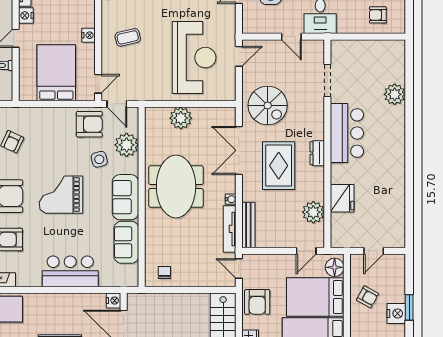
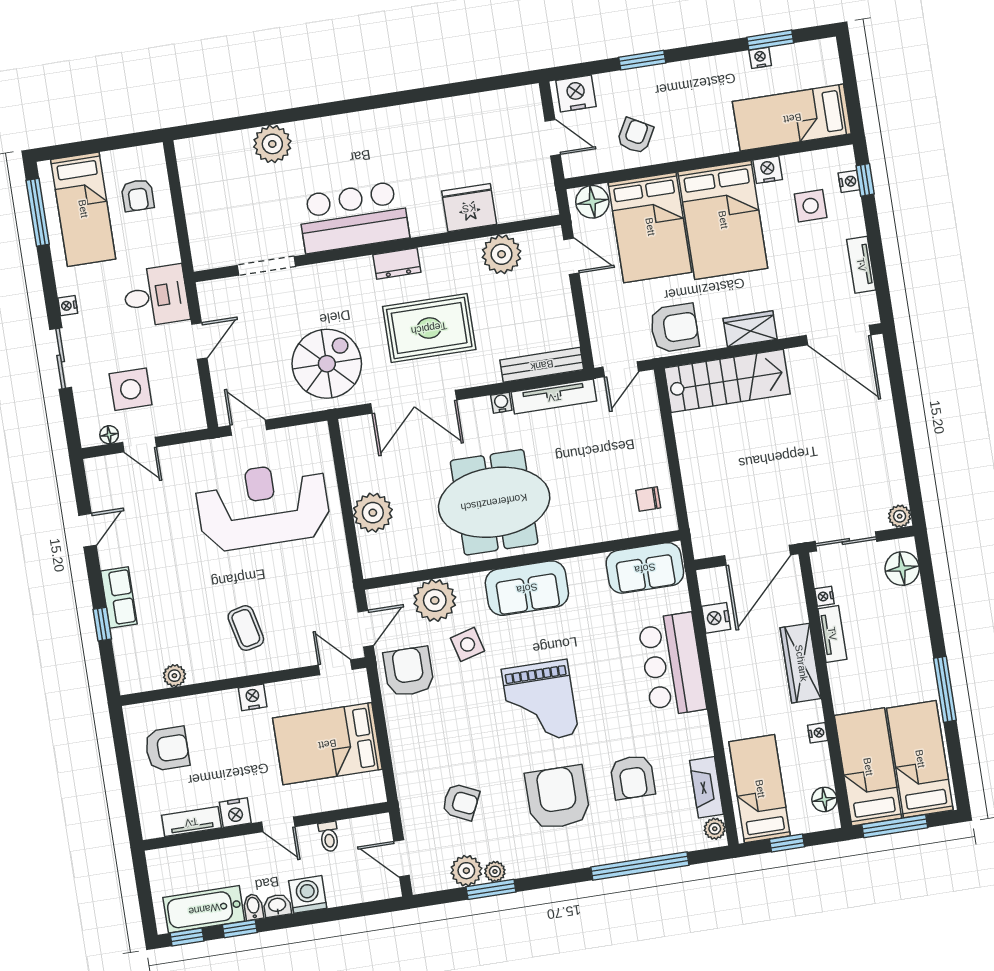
sofa: (126, 242) -> (645, 568), moved
nightstand: (113, 301) -> (716, 618), moved, turned -90
nightstand: (396, 314) -> (576, 93), moved

